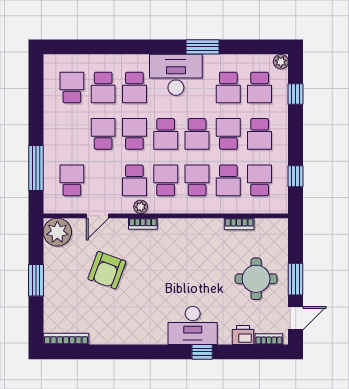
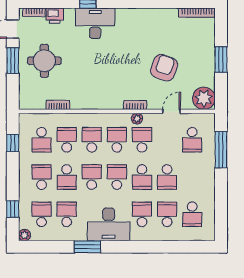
school desk: (166, 180) -> (117, 140), turned 180
school desk: (197, 180) -> (92, 140), turned 180

